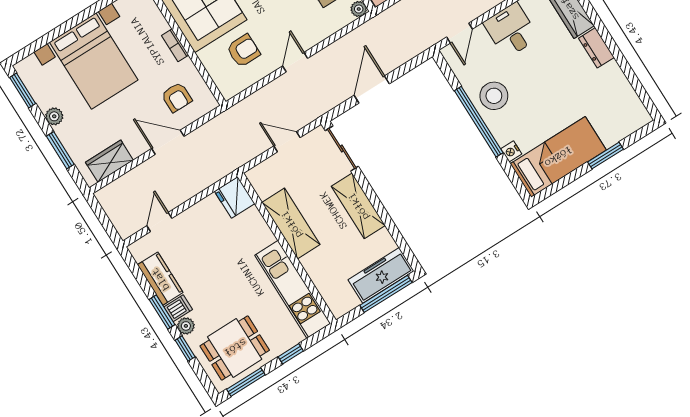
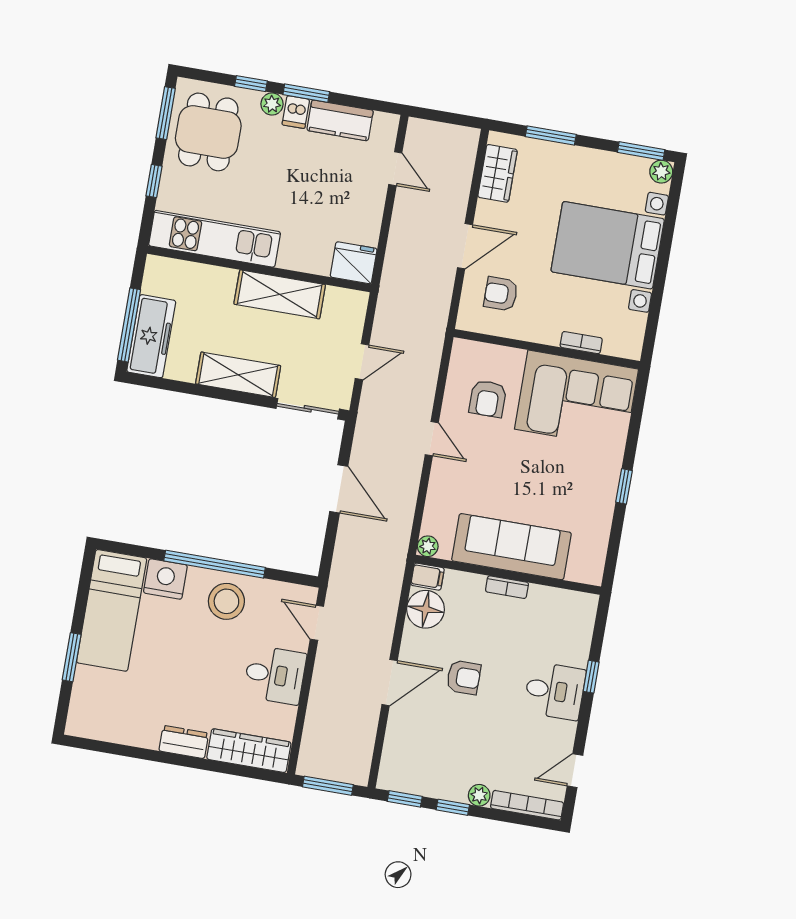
bookcase: (175, 45) -> (581, 343), moved
plant: (54, 116) -> (661, 172), moved
nightstand: (511, 151) -> (165, 579), width x1.89, depth x1.79

